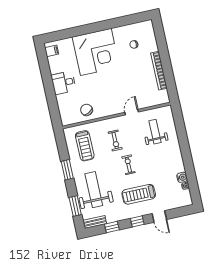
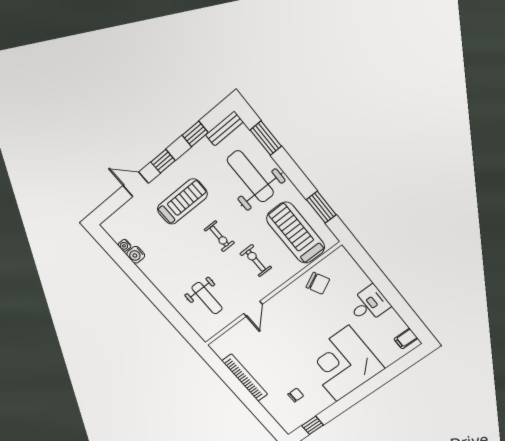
window: (134, 19) -> (312, 425), added
treadmill: (85, 146) -> (296, 233), width x1.37, depth x1.38
window: (67, 170) -> (321, 207), moved
weight bench: (94, 190) -> (250, 176), turned 180

